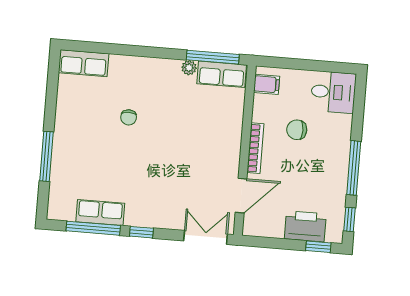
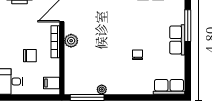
row of seats: (222, 74) -> (177, 40), moved, turned -90
plant: (231, 148) -> (71, 41), added

